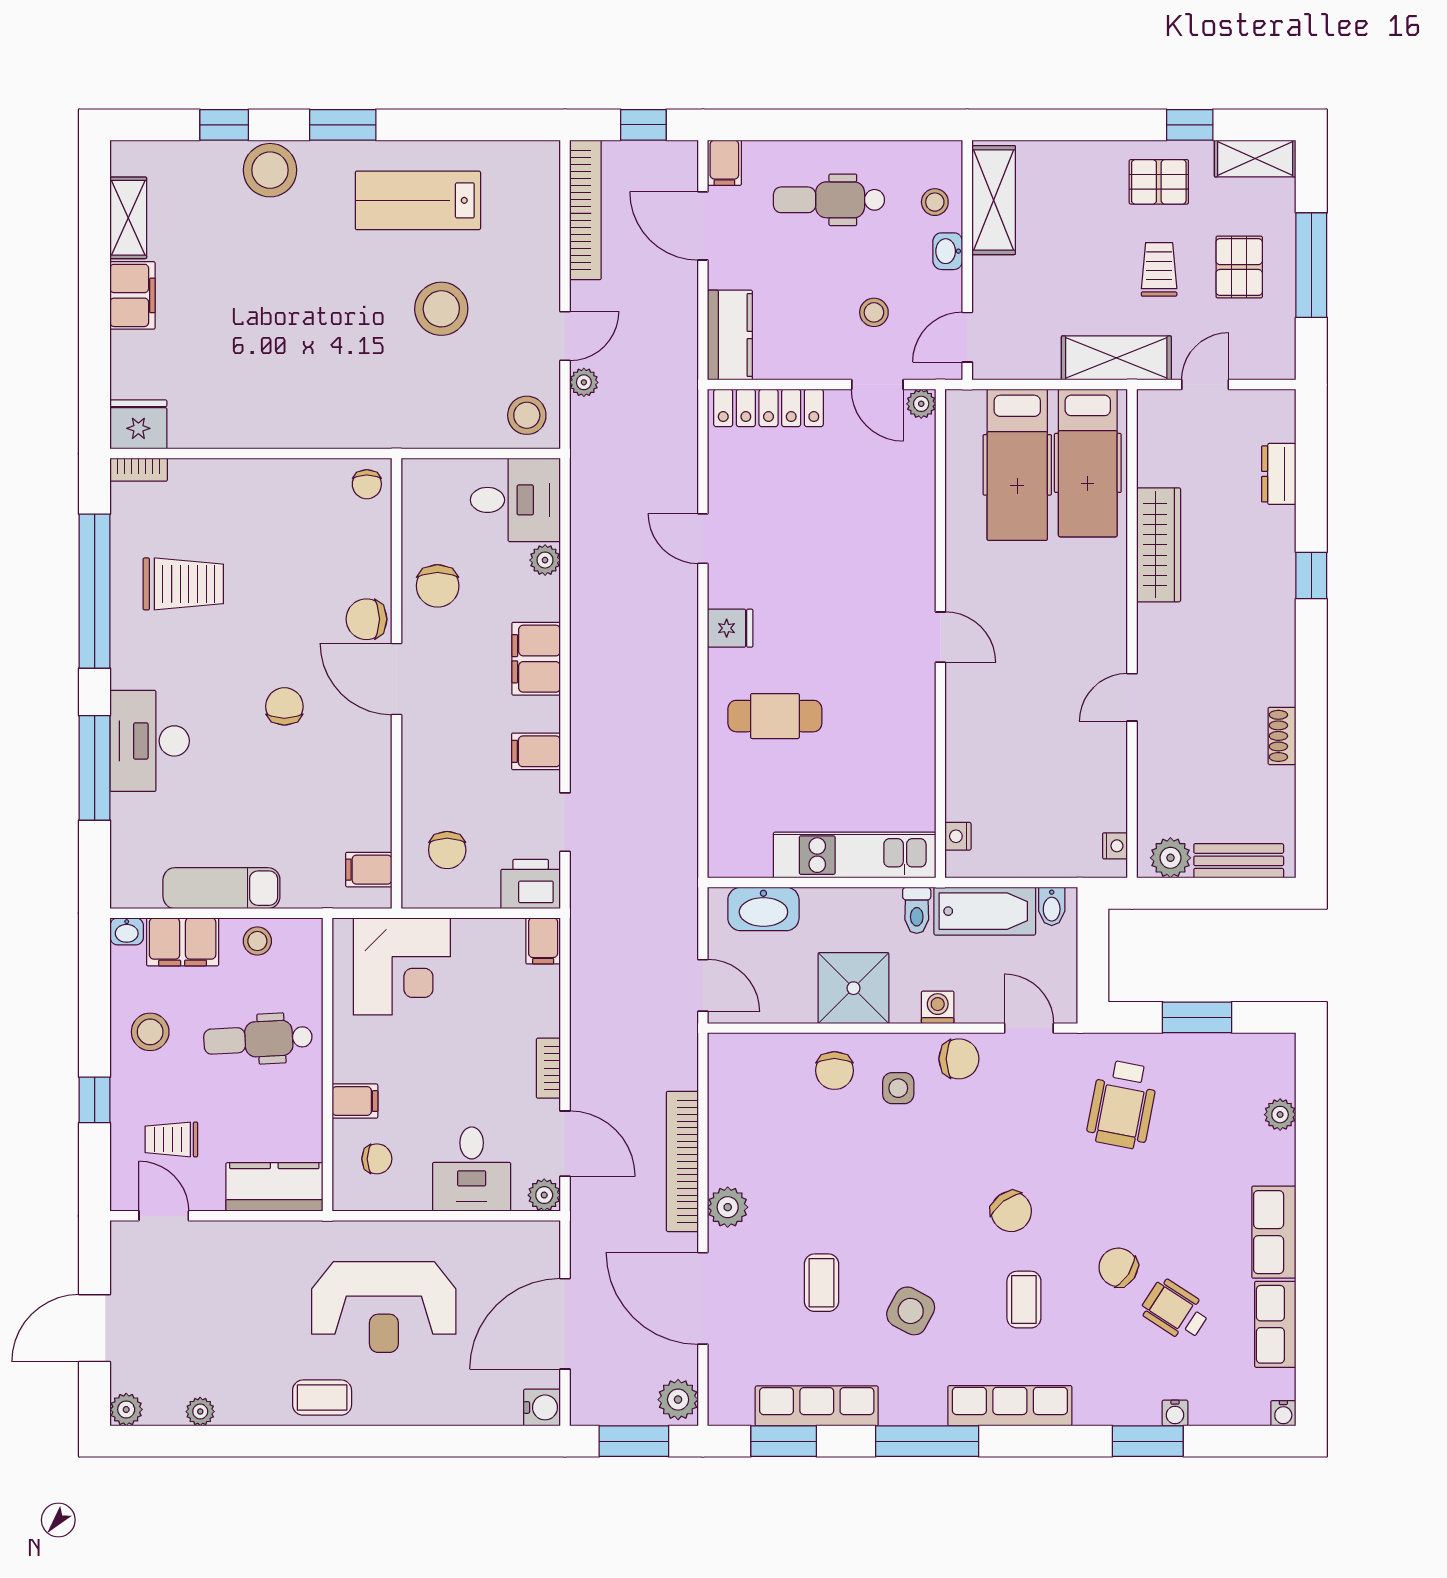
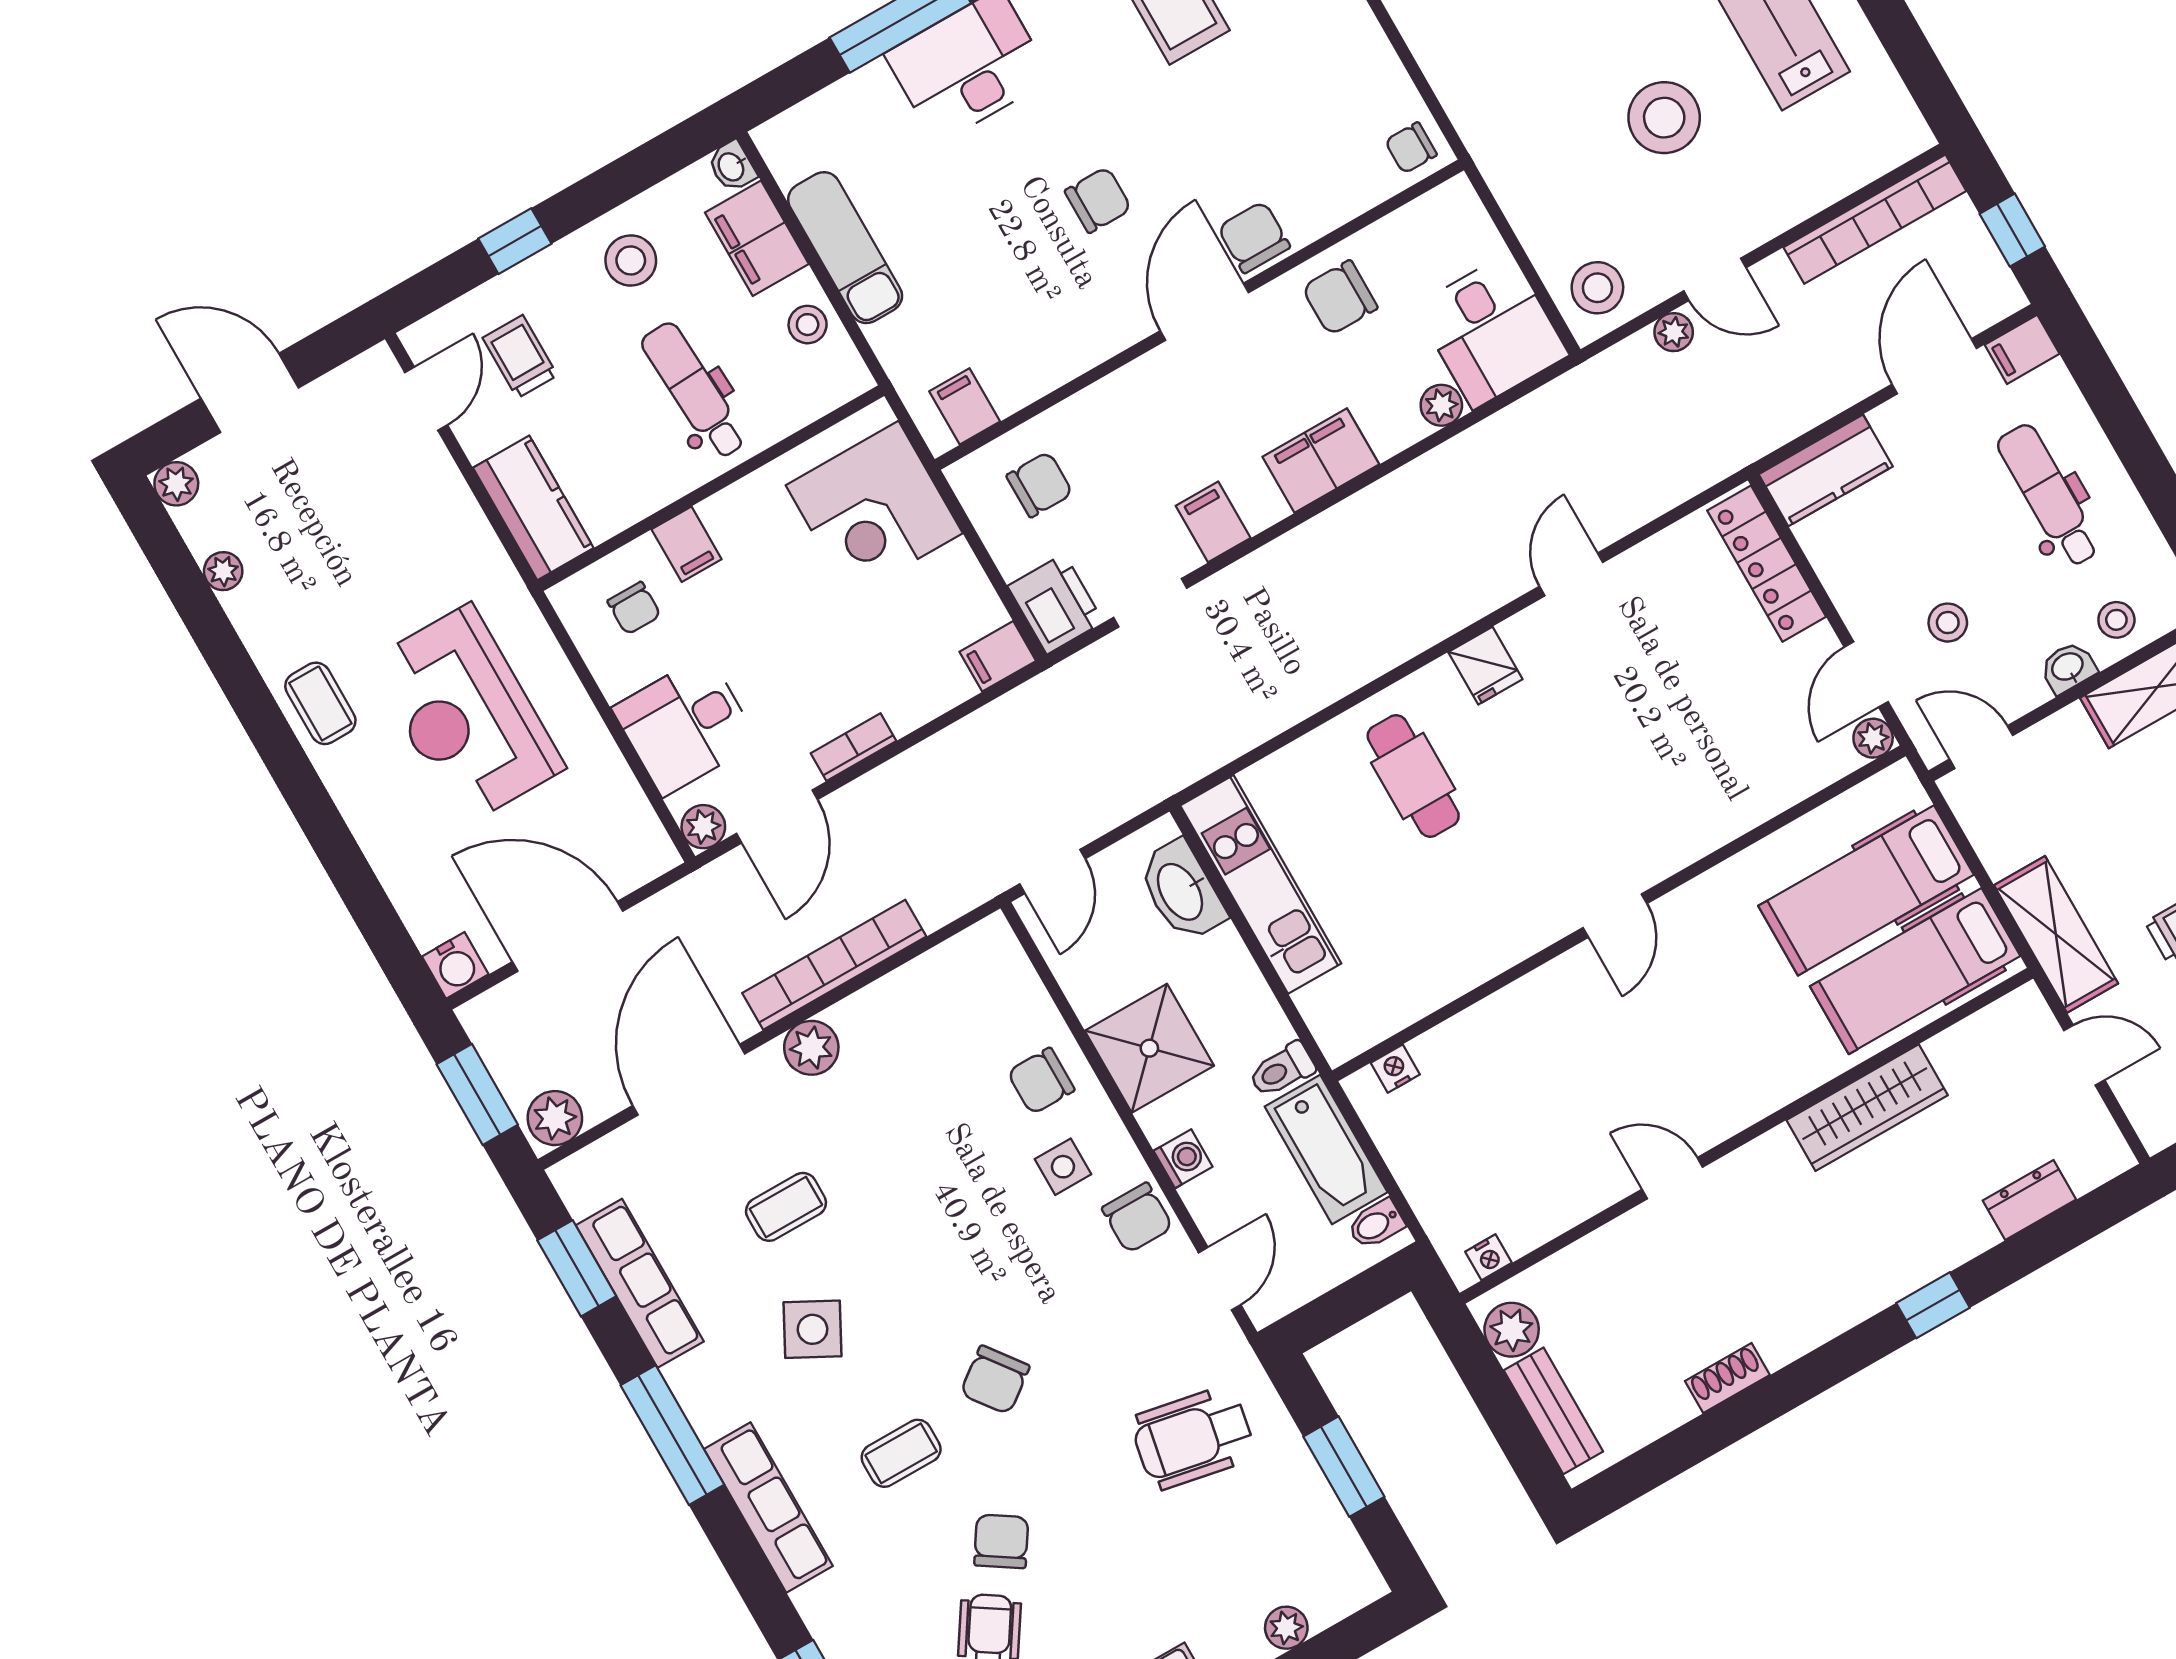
chair: (447, 850) -> (1040, 484), turned 180
kitchen unit: (855, 855) -> (1261, 884), moved

